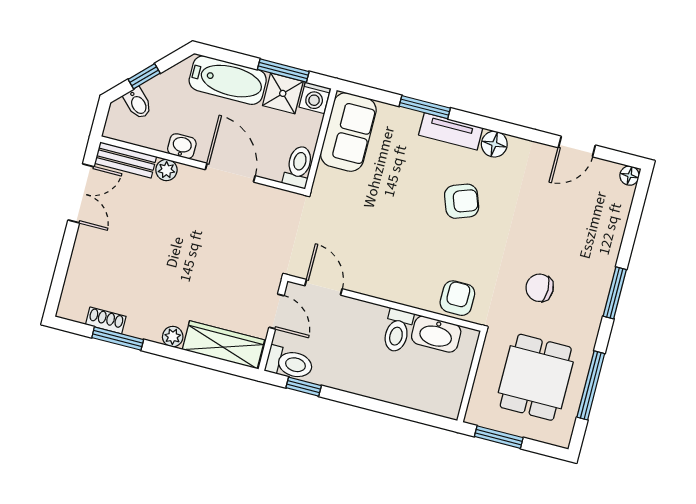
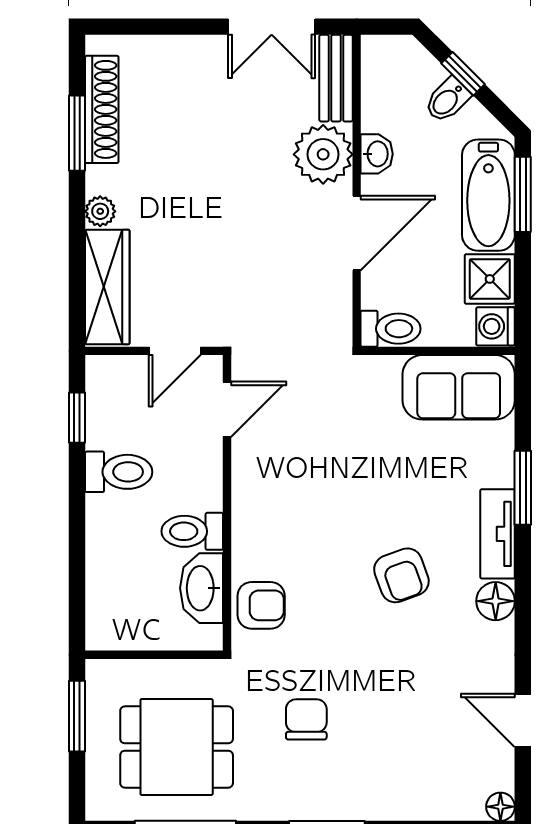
window: (283, 70) -> (523, 194), moved
bidet: (138, 103) -> (447, 100), moved
plant: (166, 170) -> (323, 154), width x1.88, depth x1.88
shoe rack: (106, 320) -> (102, 109), width x1.94, depth x1.24
toilet: (289, 363) -> (119, 472), moved, turned -90

